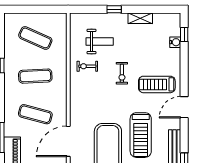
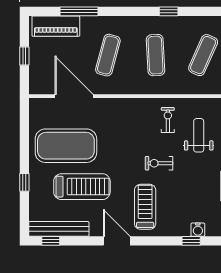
window: (184, 34) -> (191, 241), moved
weight bench: (100, 41) -> (199, 135), turned 180
treadmill: (141, 135) -> (82, 187), turned 180

